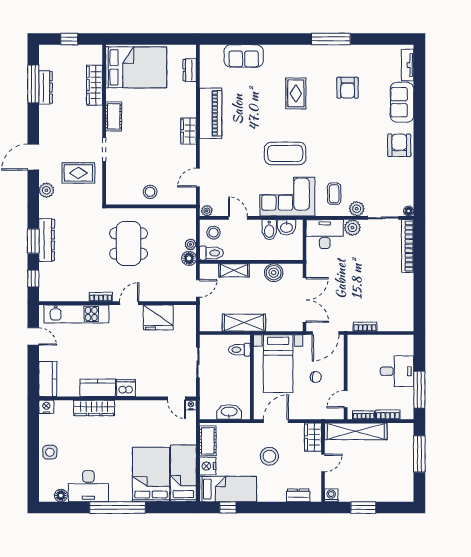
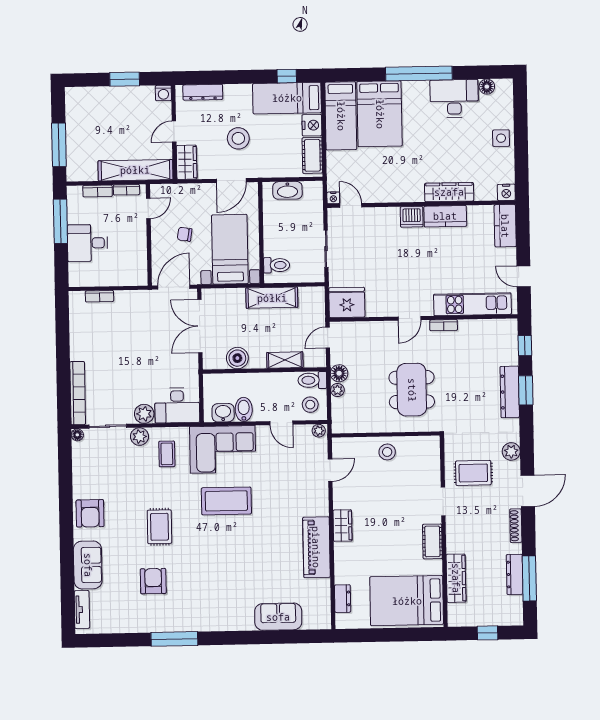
rug: (296, 93) -> (159, 527), moved
shoe rack: (44, 128) -> (516, 526), added
fridge: (158, 317) -> (347, 302), moved
bookcase: (365, 327) -> (99, 296), moved
dresser: (298, 495) -> (203, 92), width x1.44

